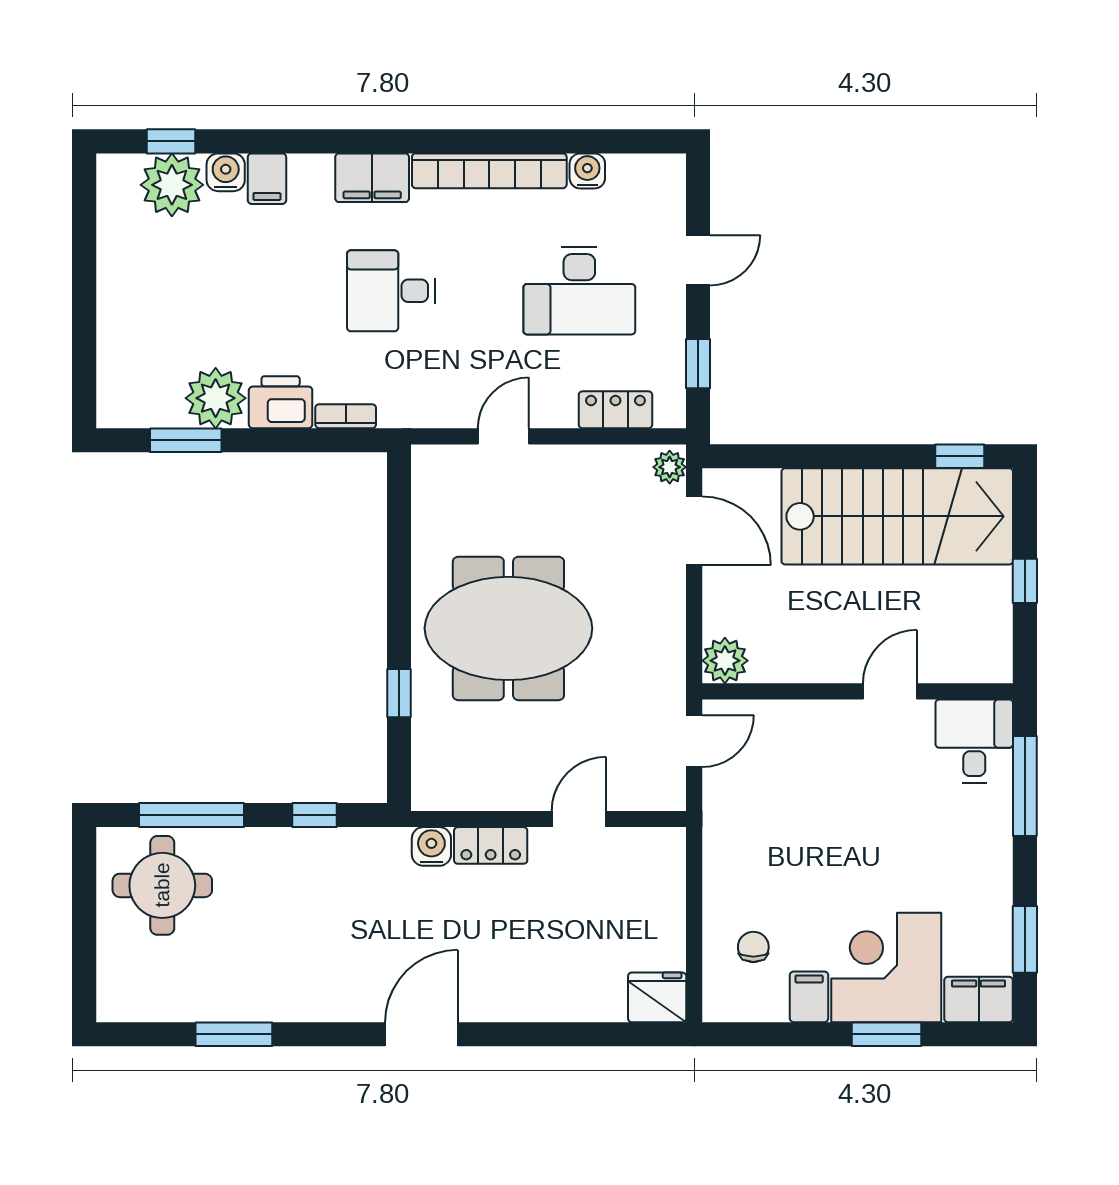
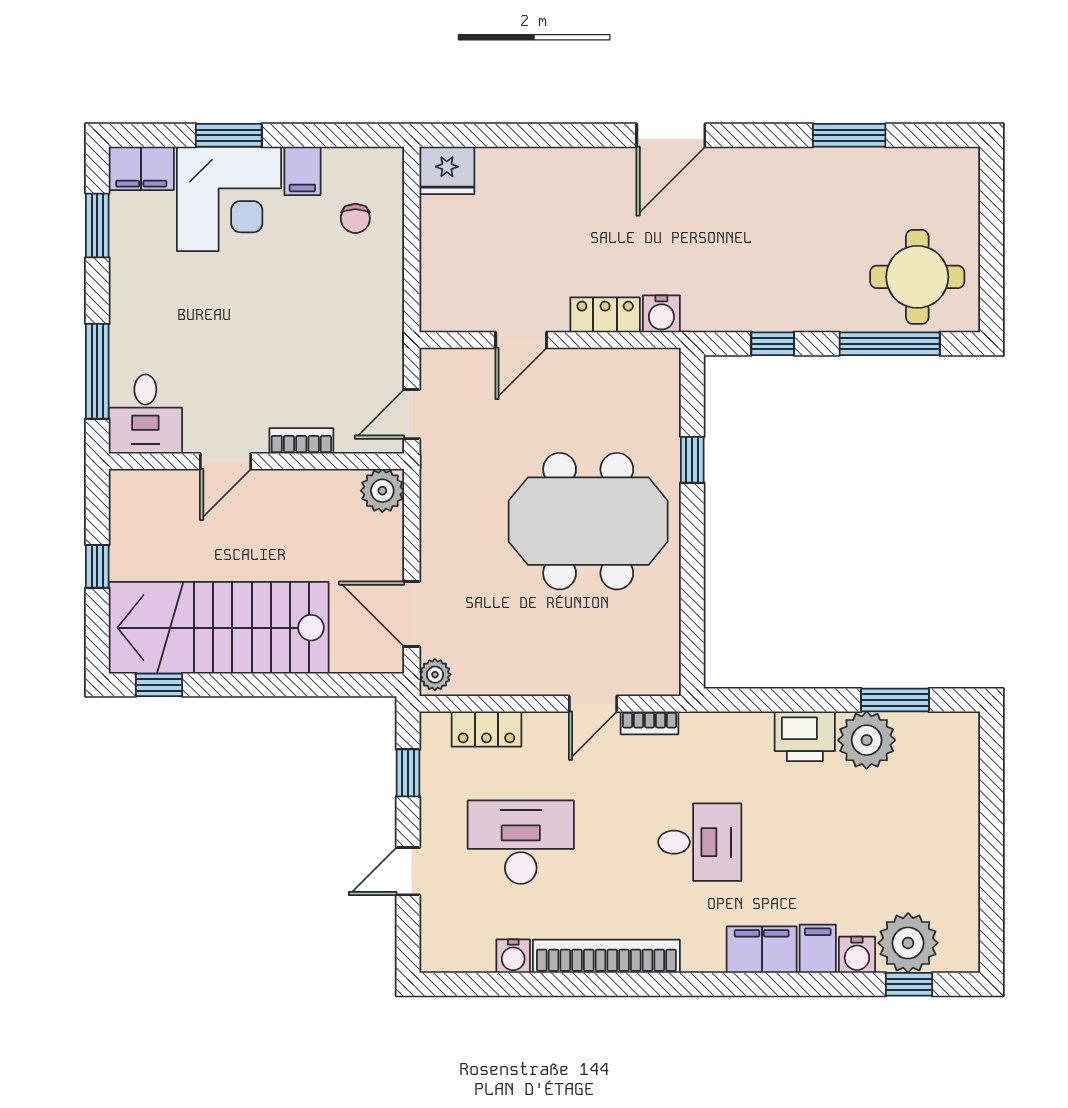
filing cabinet: (372, 178) -> (762, 950), moved
bookcase: (346, 416) -> (649, 723), moved
bookcase: (810, 713) -> (301, 441), added

